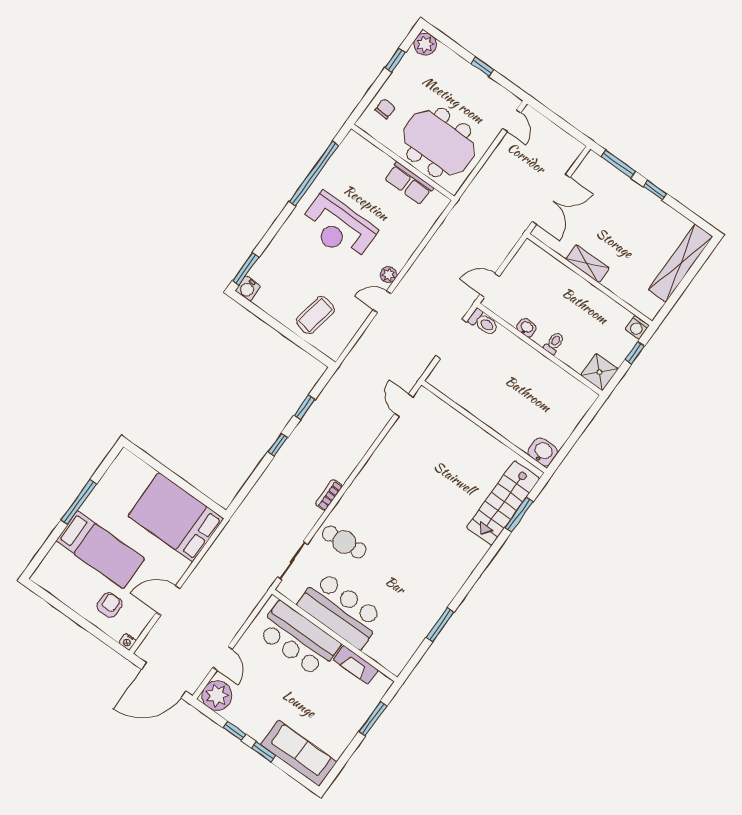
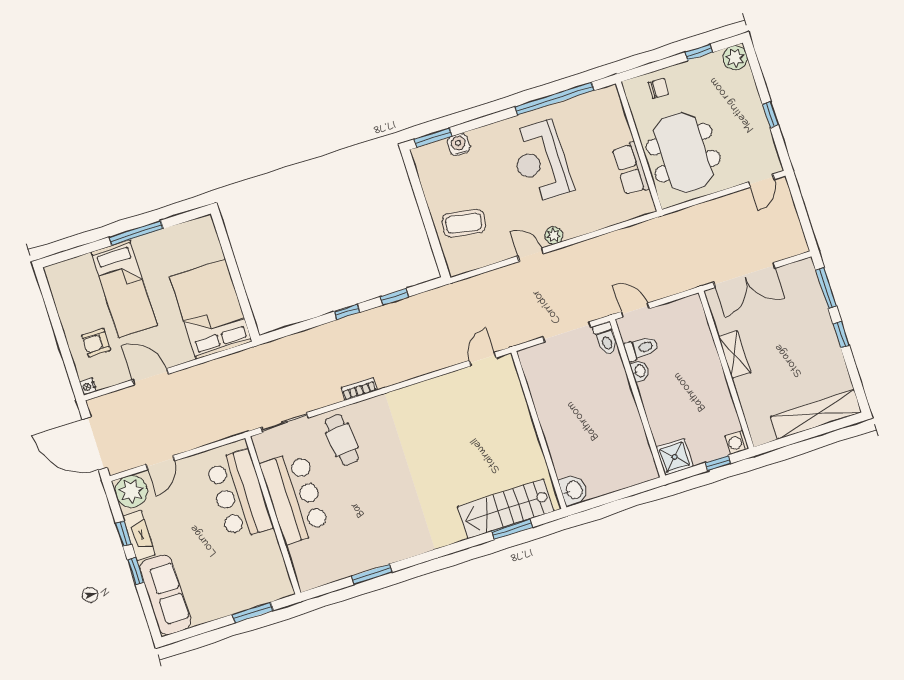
water cooler: (248, 289) -> (459, 145), moved, turned 90
toilet: (554, 343) -> (641, 348), moved, width x1.37, depth x1.39
armchair: (109, 605) -> (96, 343), turned 180
fireplace: (356, 665) -> (139, 536), moved, turned 180

